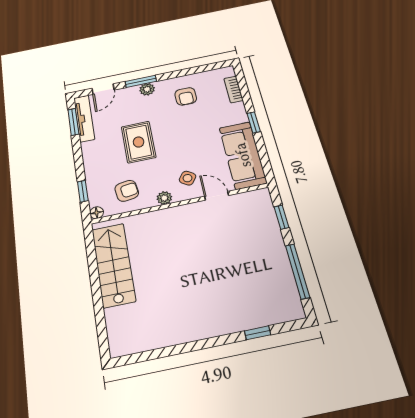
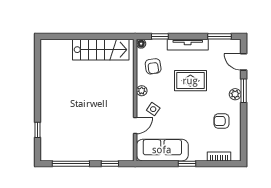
tv unit: (84, 118) -> (188, 45), moved

